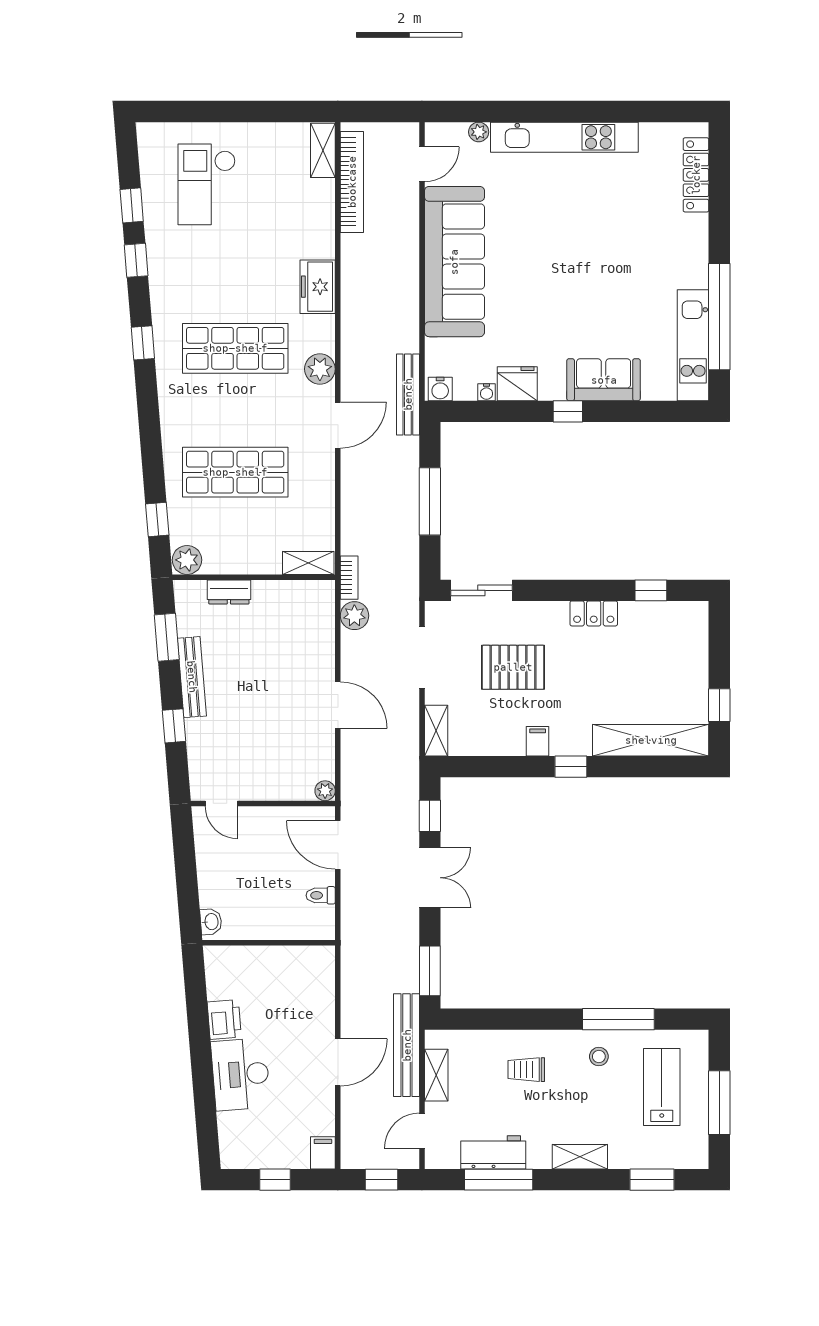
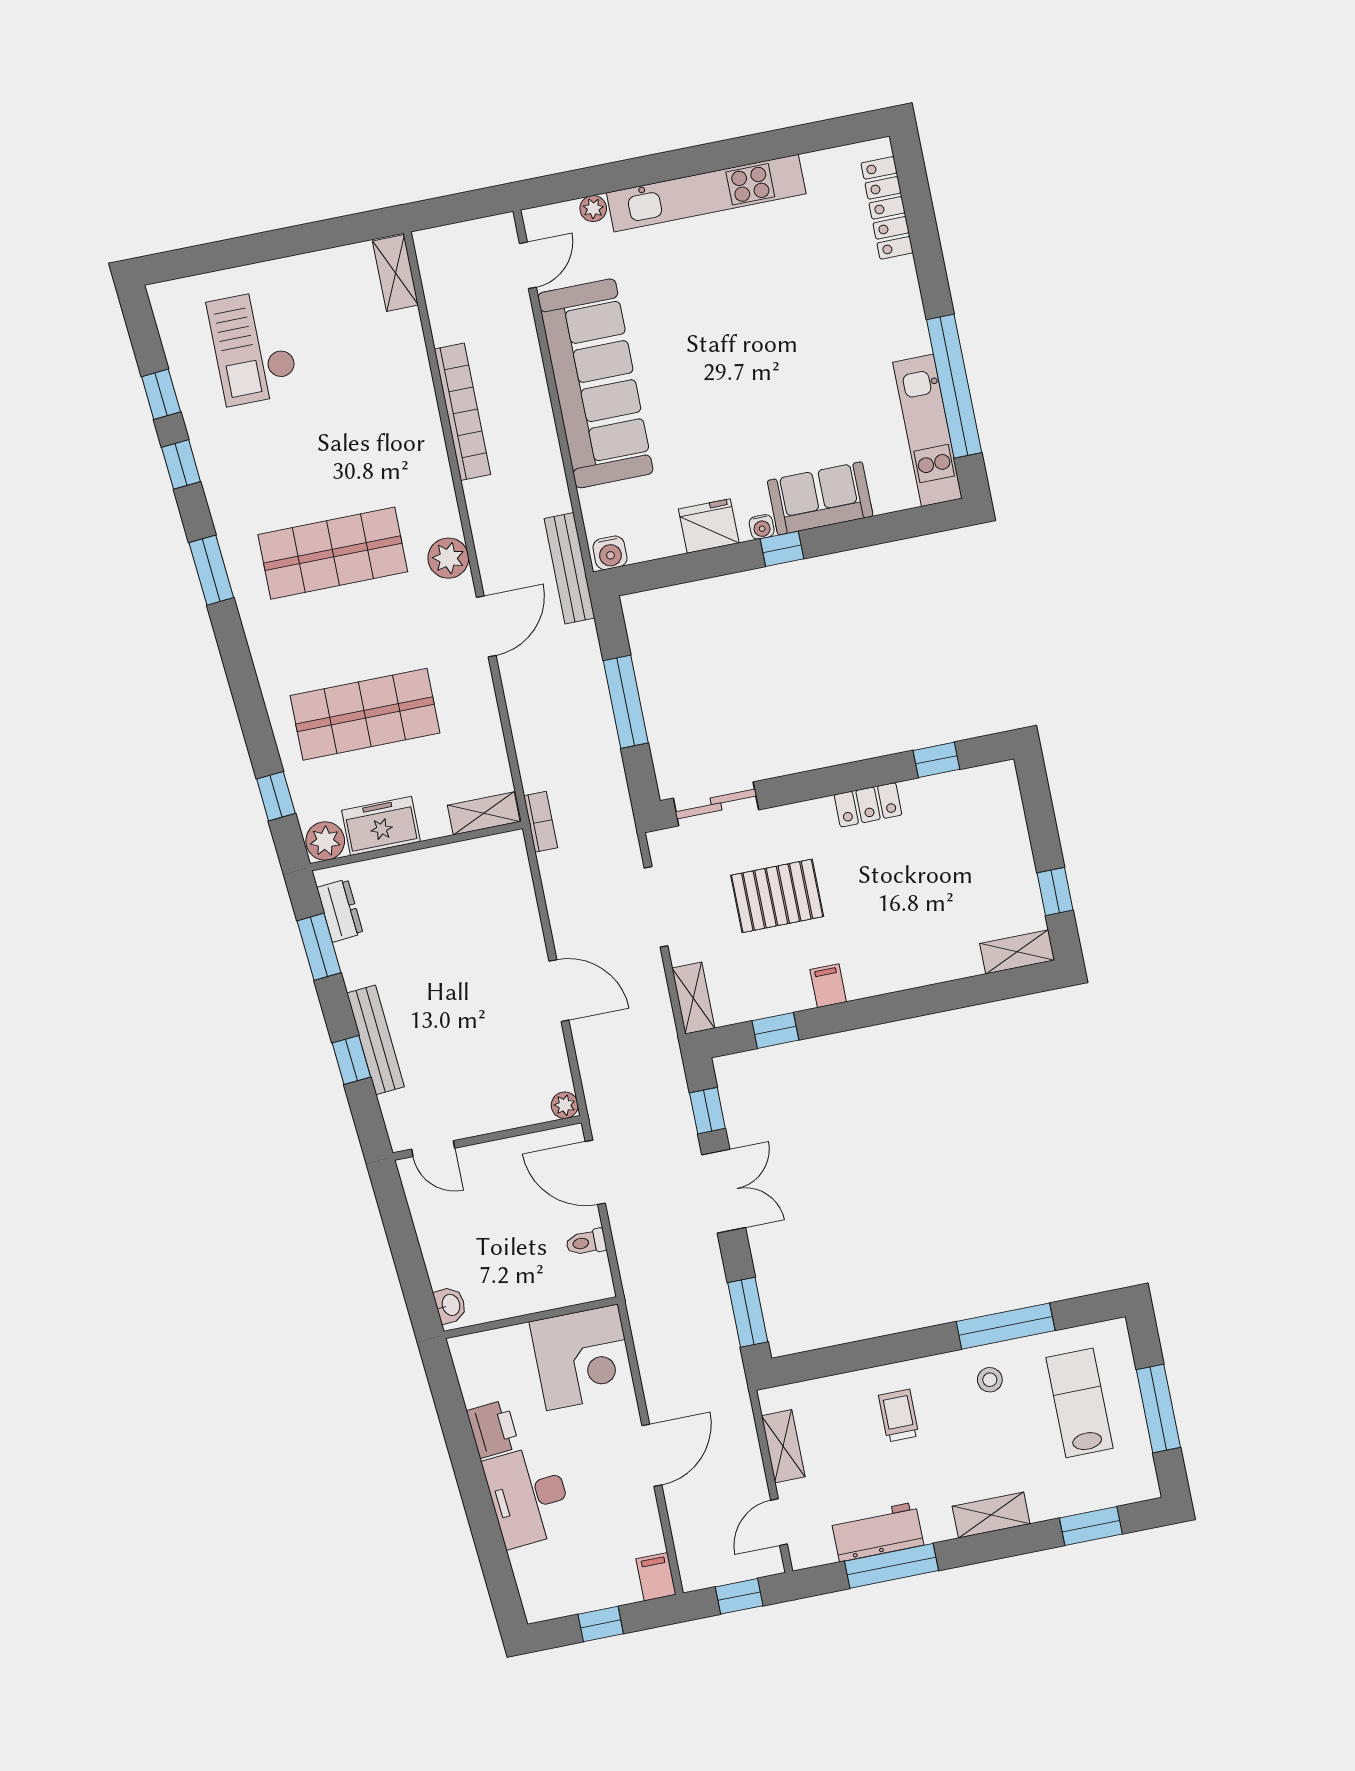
bookcase: (352, 182) -> (462, 412), moved
freezer: (318, 287) -> (381, 826), moved, turned 90
window: (143, 343) -> (211, 570), width x1.50
water cooler: (486, 392) -> (762, 527), moved
dresser: (229, 592) -> (340, 910), moved, turned -95
plant: (354, 616) -> (557, 870), removed
bench: (192, 677) -> (376, 1040), moved
shelving: (651, 740) -> (1017, 952), width x0.45, depth x0.75
window: (571, 767) -> (775, 1030), moved
corner desk: (301, 980) -> (582, 1357), added
bench: (407, 1045) -> (737, 1415), removed
trolley: (526, 1070) -> (899, 1416), turned 90

